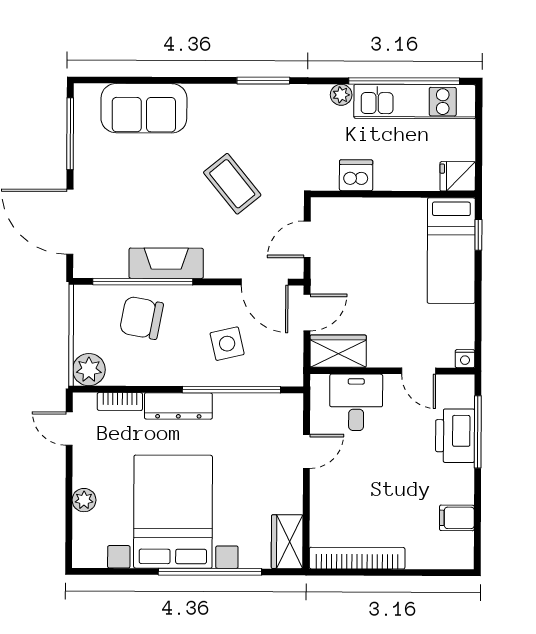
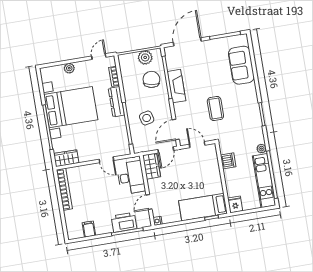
coffee table: (232, 184) -> (215, 109), turned -51
door: (307, 312) -> (166, 150), hinge flipped
plant: (89, 370) -> (145, 57), moved
desk: (356, 402) -> (131, 178), width x1.37

